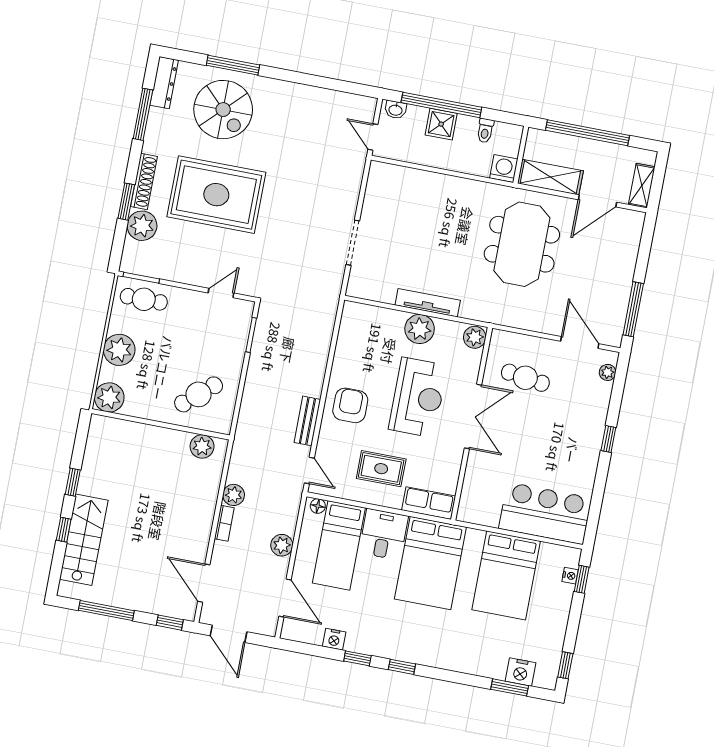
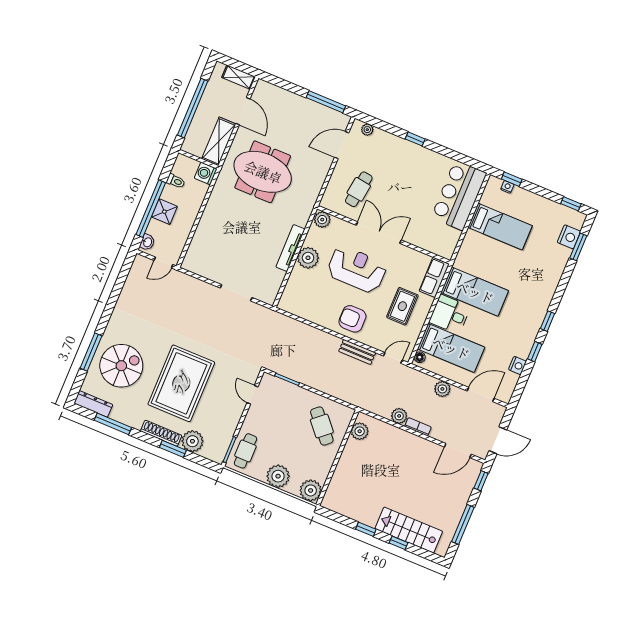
bed: (430, 563) -> (475, 292), width x0.67
bed: (506, 575) -> (500, 227), width x0.67

